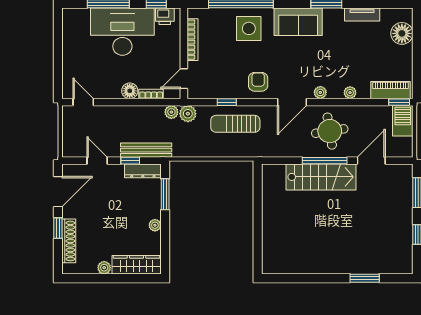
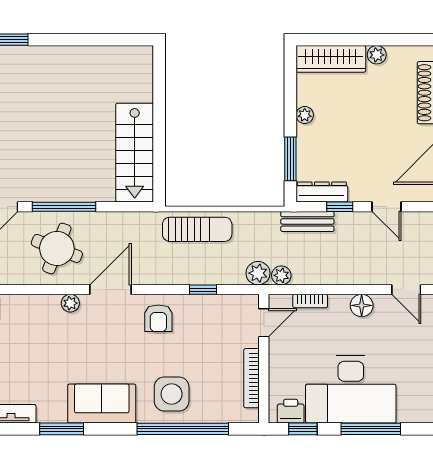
floor lamp: (130, 91) -> (362, 305), moved
plant: (350, 93) -> (28, 303), removed
sun lounger: (235, 124) -> (197, 229), moved
round table: (330, 131) -> (57, 248), turned 30
bench: (146, 150) -> (307, 221), width x0.73
stairs: (321, 177) -> (135, 153), moved, turned -90

